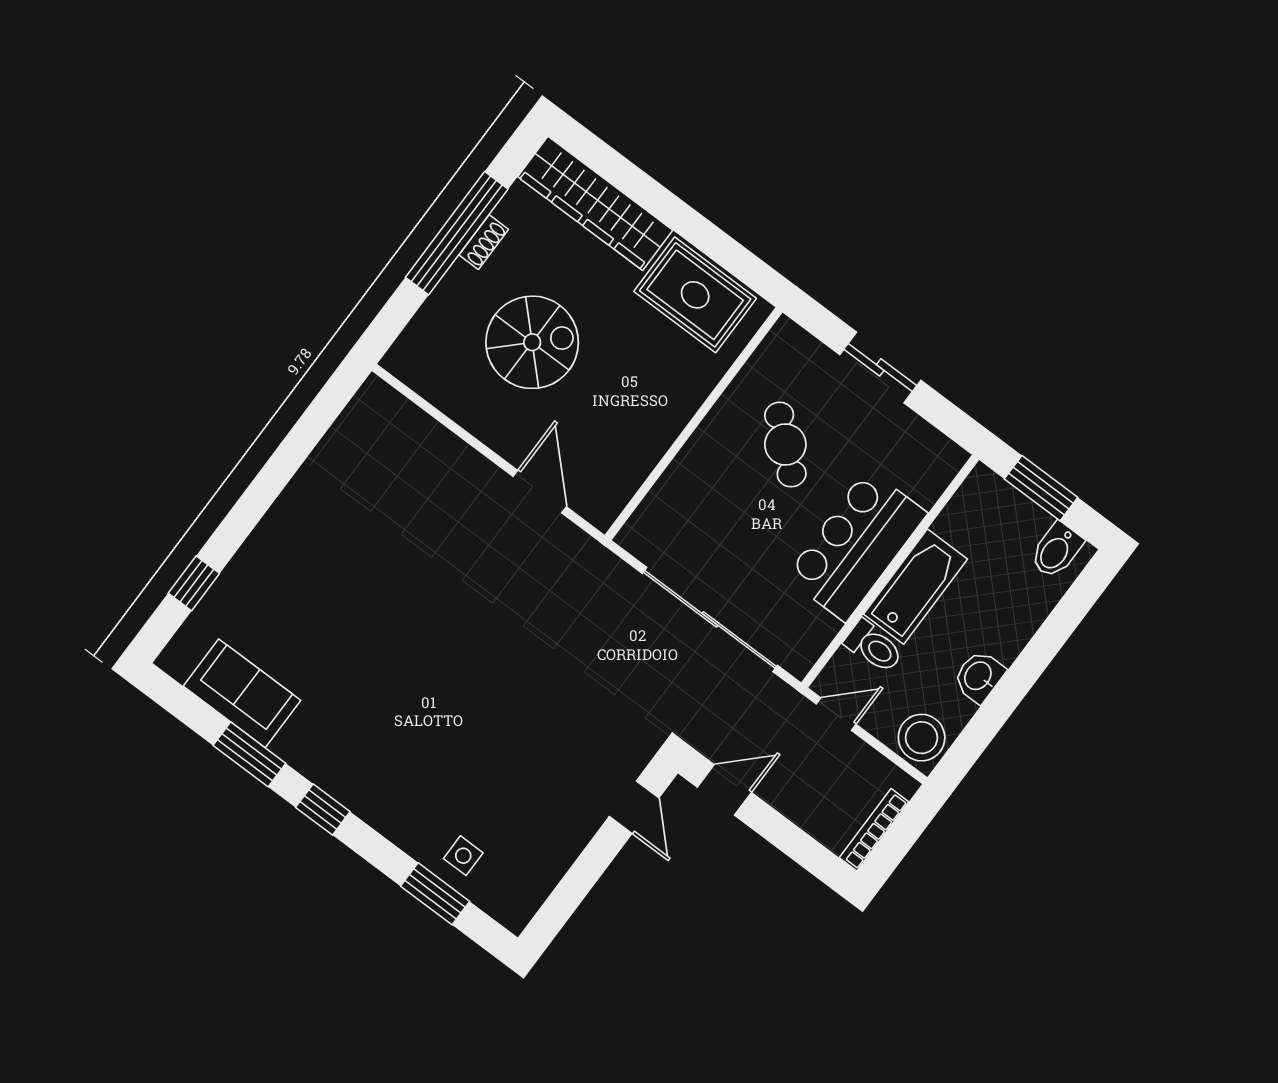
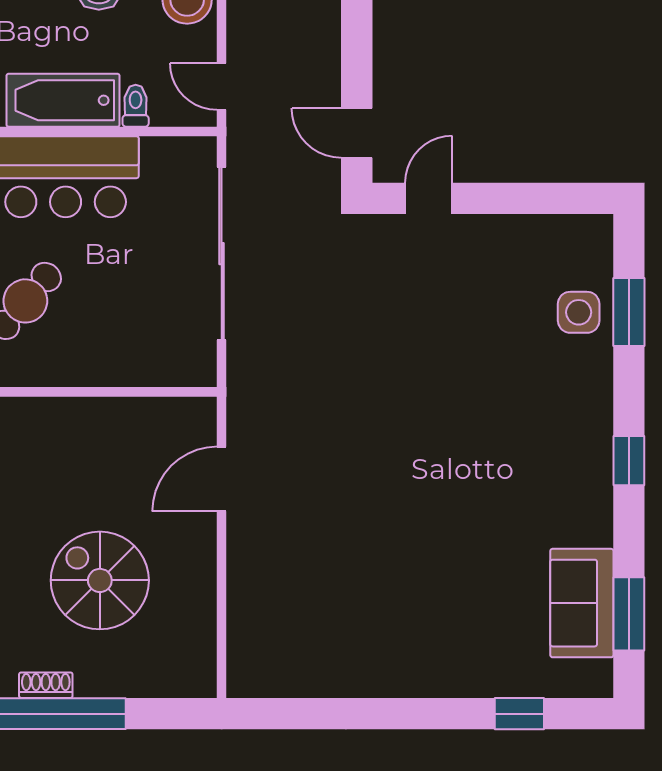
toilet: (874, 647) -> (136, 106), width x0.73, depth x0.72
window: (249, 754) -> (629, 614), moved
side table: (463, 856) -> (579, 312), width x1.37, depth x1.37

